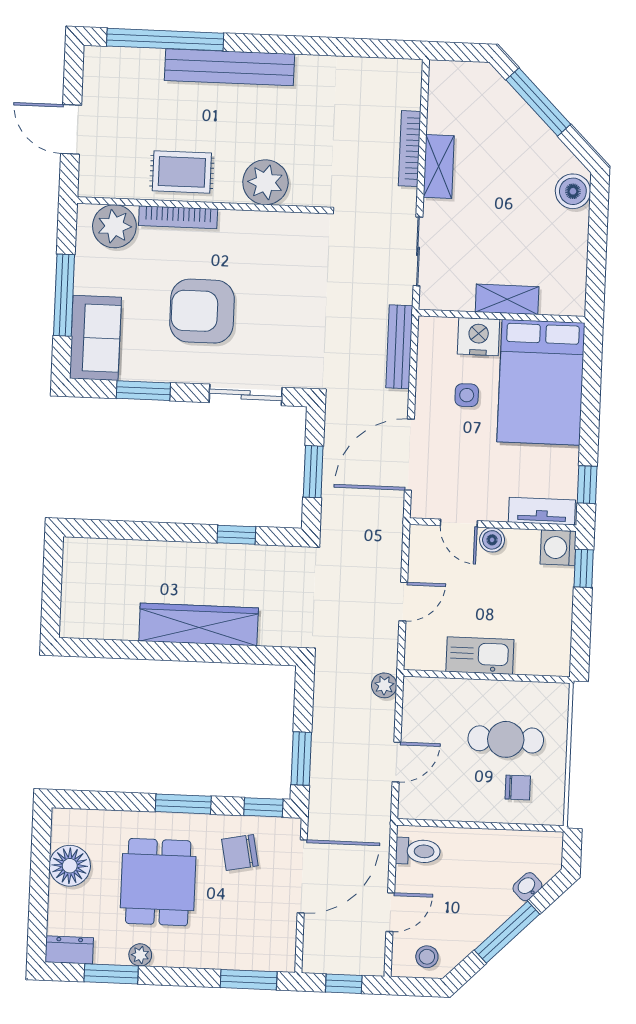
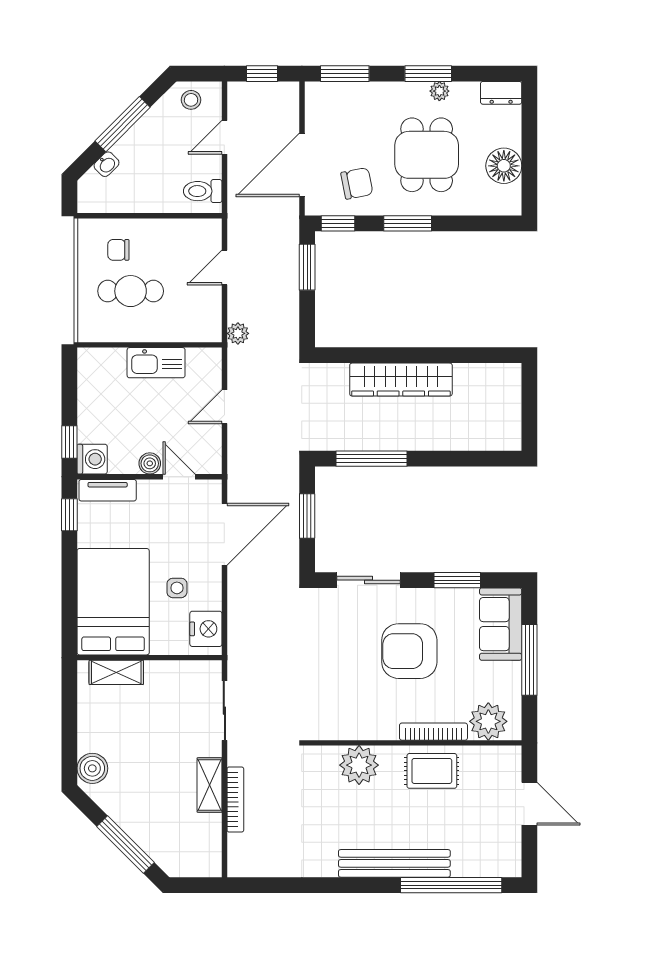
shelving: (507, 299) -> (116, 672), moved
armchair: (202, 311) -> (409, 651), turned 180
nightstand: (478, 337) -> (206, 629), moved, turned -90
bench: (399, 347) -> (237, 627), removed
window: (236, 535) -> (371, 459), width x2.17
window: (111, 974) -> (428, 74), moved

